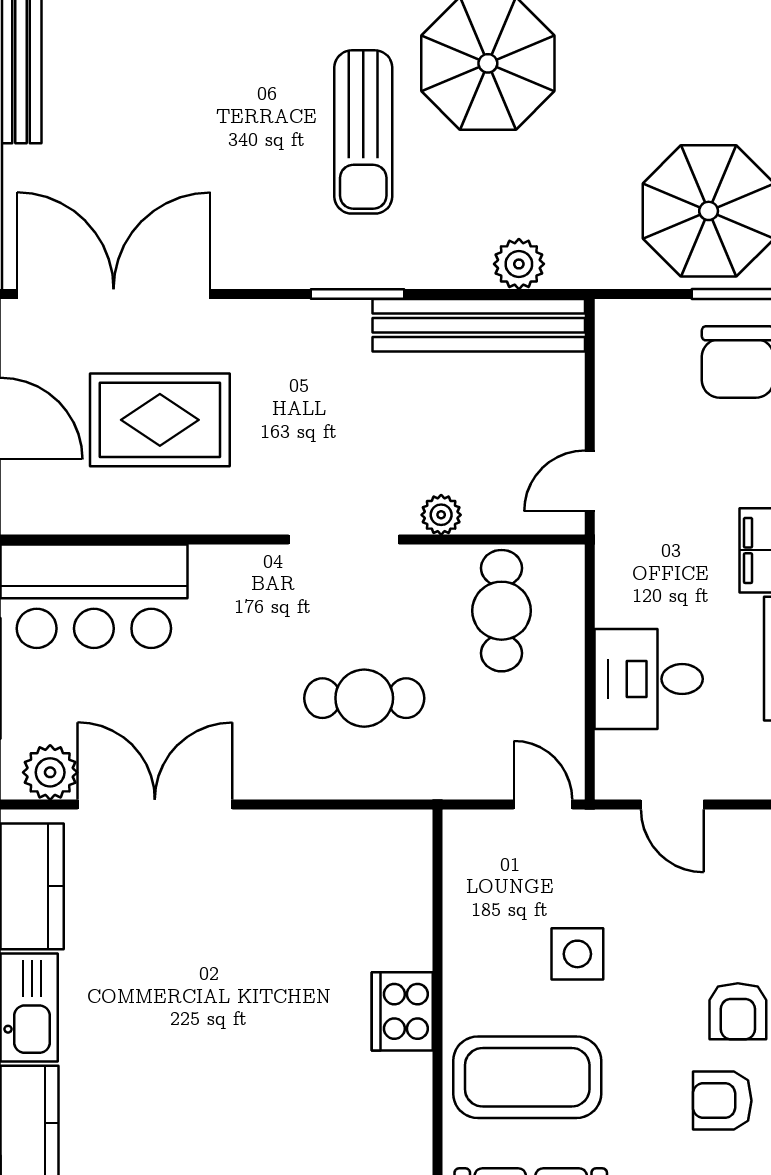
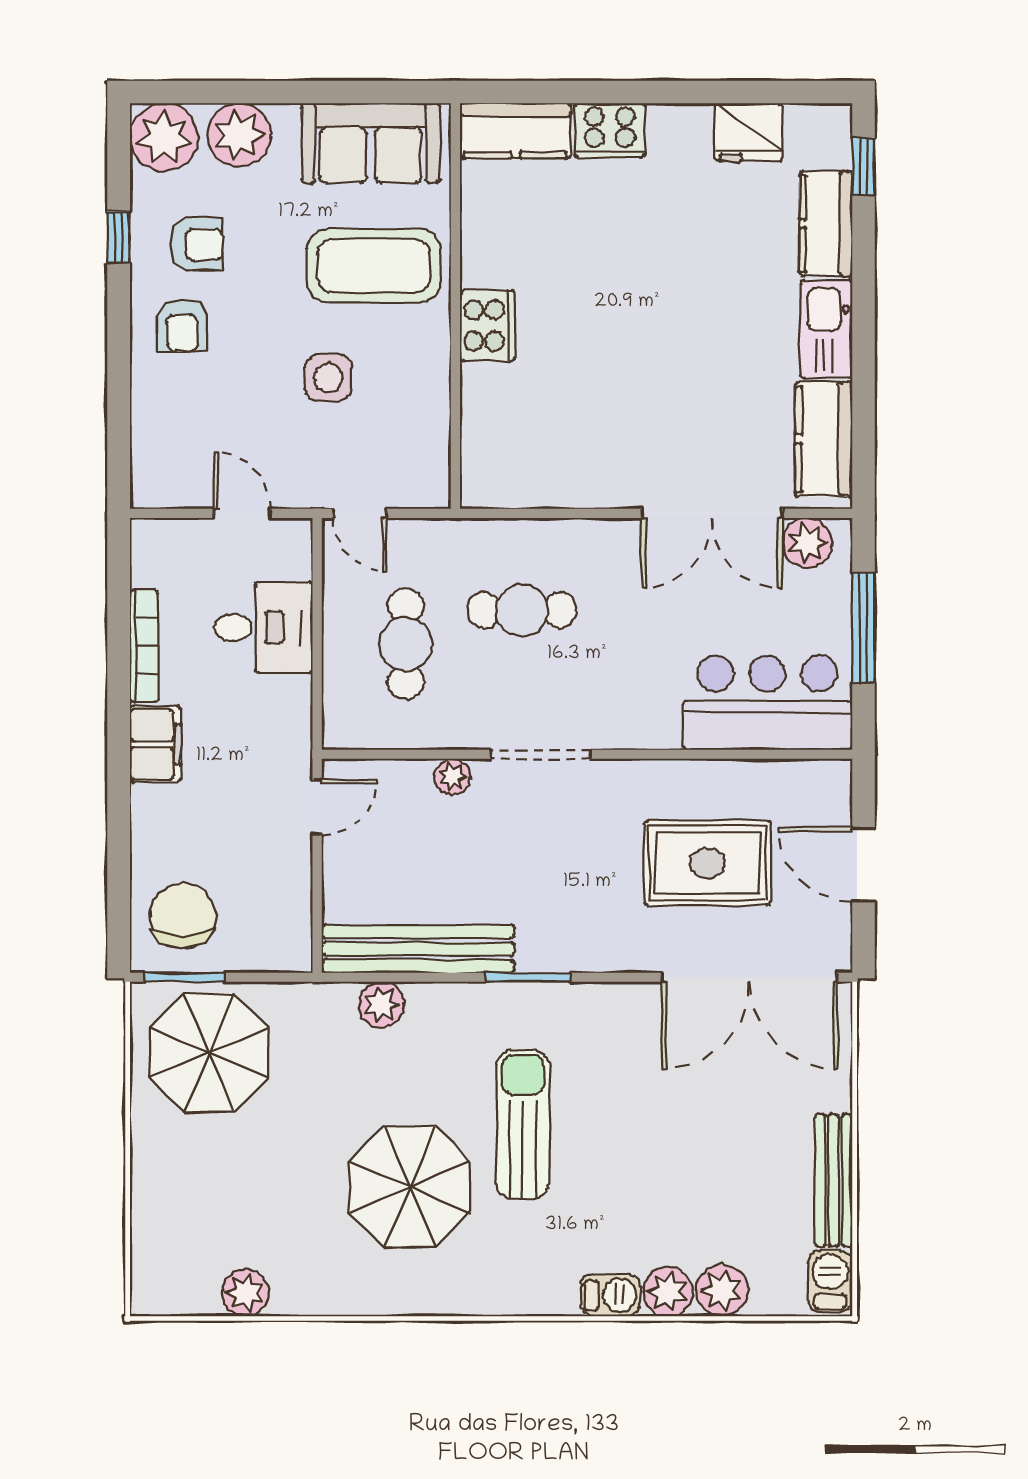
cafe table: (502, 611) -> (406, 644), moved
armchair: (738, 1011) -> (182, 326), turned 180

